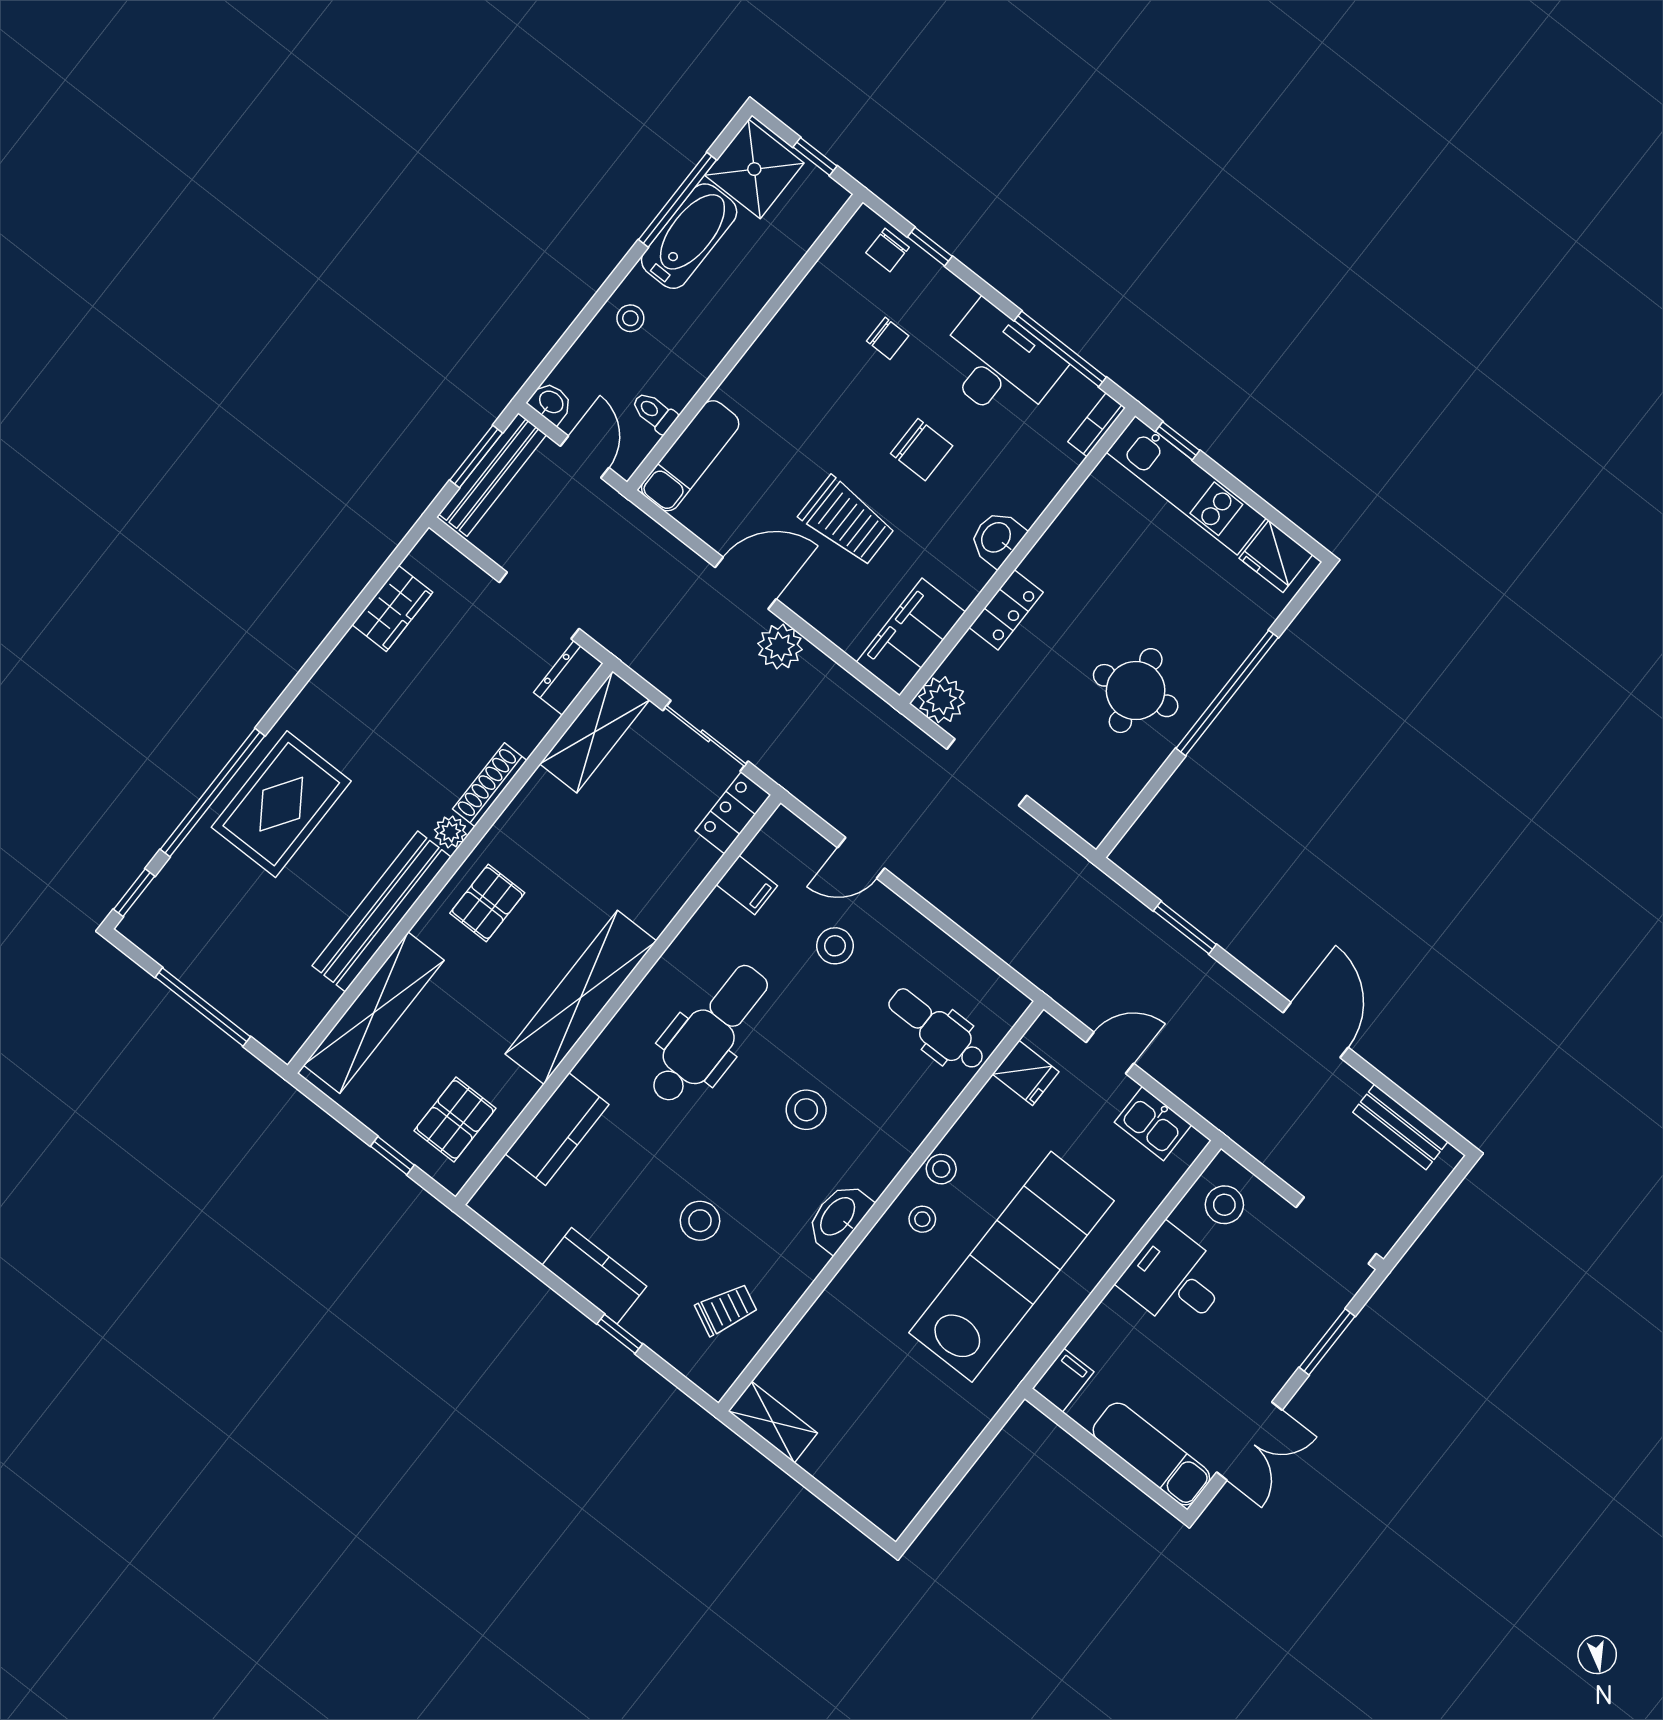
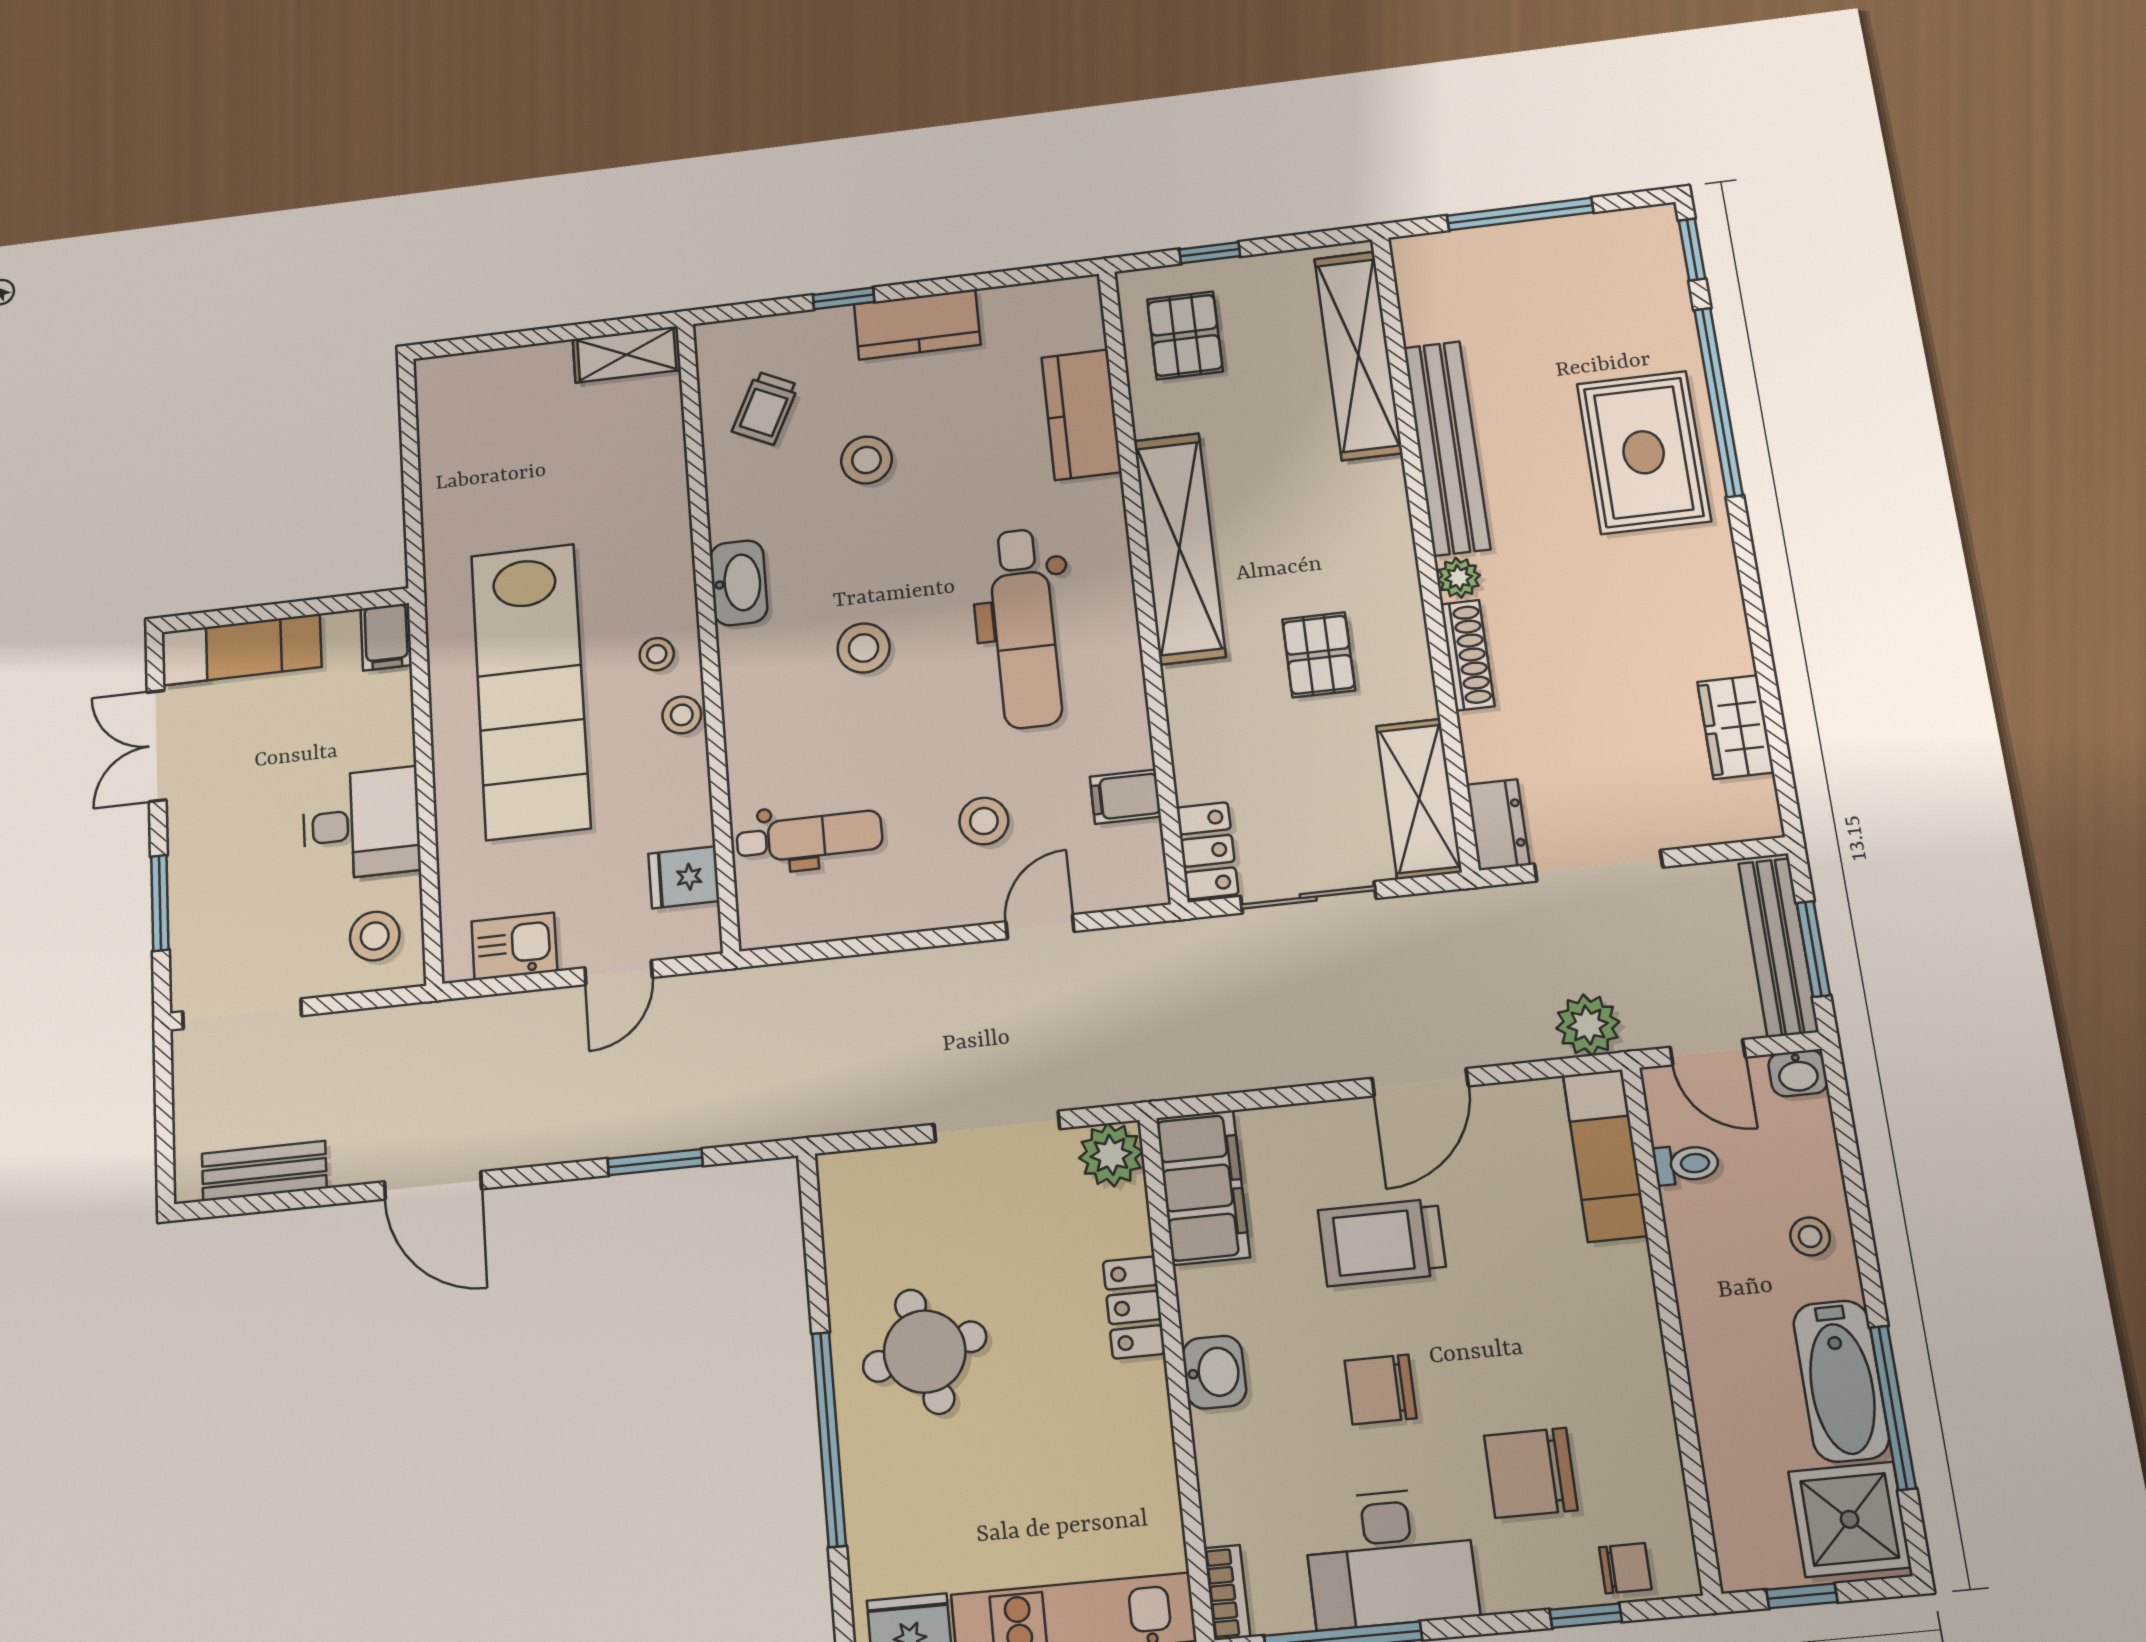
chair: (888, 250) -> (1625, 1568), turned 90
chair: (888, 338) -> (1531, 1473), width x1.87, depth x1.87
plant: (780, 647) -> (1588, 1025), moved
pallet: (487, 903) -> (1319, 655), moved

